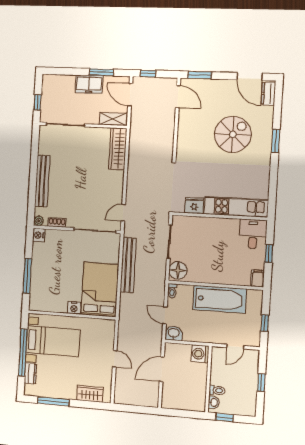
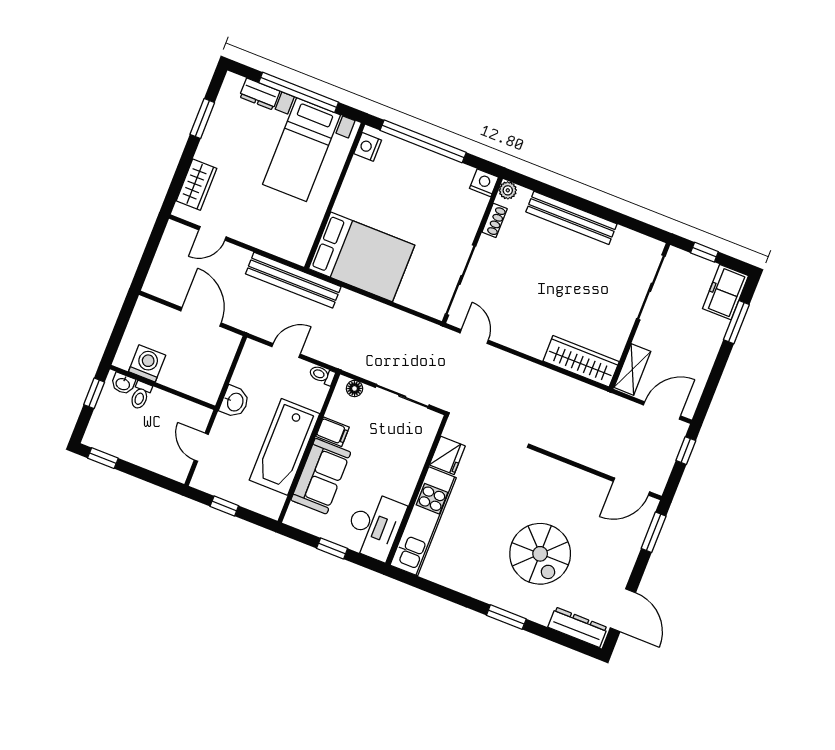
window: (101, 72) -> (736, 322), moved
door: (250, 77) -> (623, 610), swing flipped
freezer: (89, 84) -> (725, 292), moved
dresser: (268, 93) -> (578, 627), width x1.44
desk: (253, 234) -> (374, 526), width x1.37
bench: (128, 265) -> (293, 280), moved
floor lamp: (178, 270) -> (354, 389), width x0.53, depth x0.53
sofa: (229, 273) -> (321, 476), added
window: (27, 276) -> (423, 141), width x1.46
filing cabinet: (258, 278) -> (333, 432), moved
nightstand: (74, 308) -> (368, 147), moved
washbasin: (174, 333) -> (235, 402), moved
washing machine: (200, 354) -> (147, 363), moved
door: (115, 359) -> (213, 233), moved
window: (261, 383) -> (103, 458), moved
window: (53, 401) -> (202, 119), width x0.69

